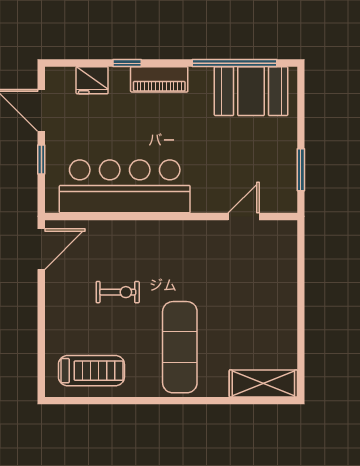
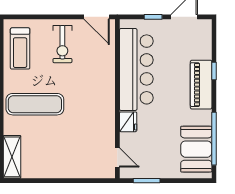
piano: (159, 79) -> (201, 85), width x1.37, depth x1.33
fridge: (92, 80) -> (128, 122), moved, turned 180
door: (244, 216) -> (117, 158), moved
exercise bike: (118, 292) -> (62, 44), moved, width x1.38, depth x1.39

